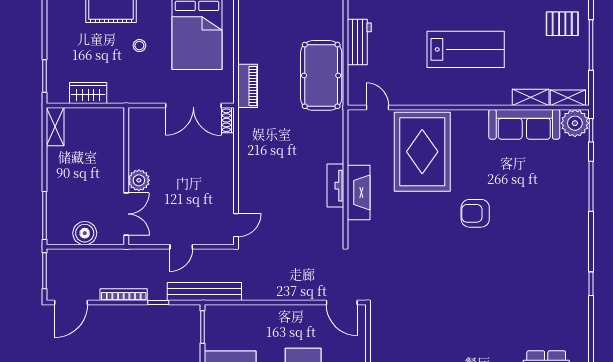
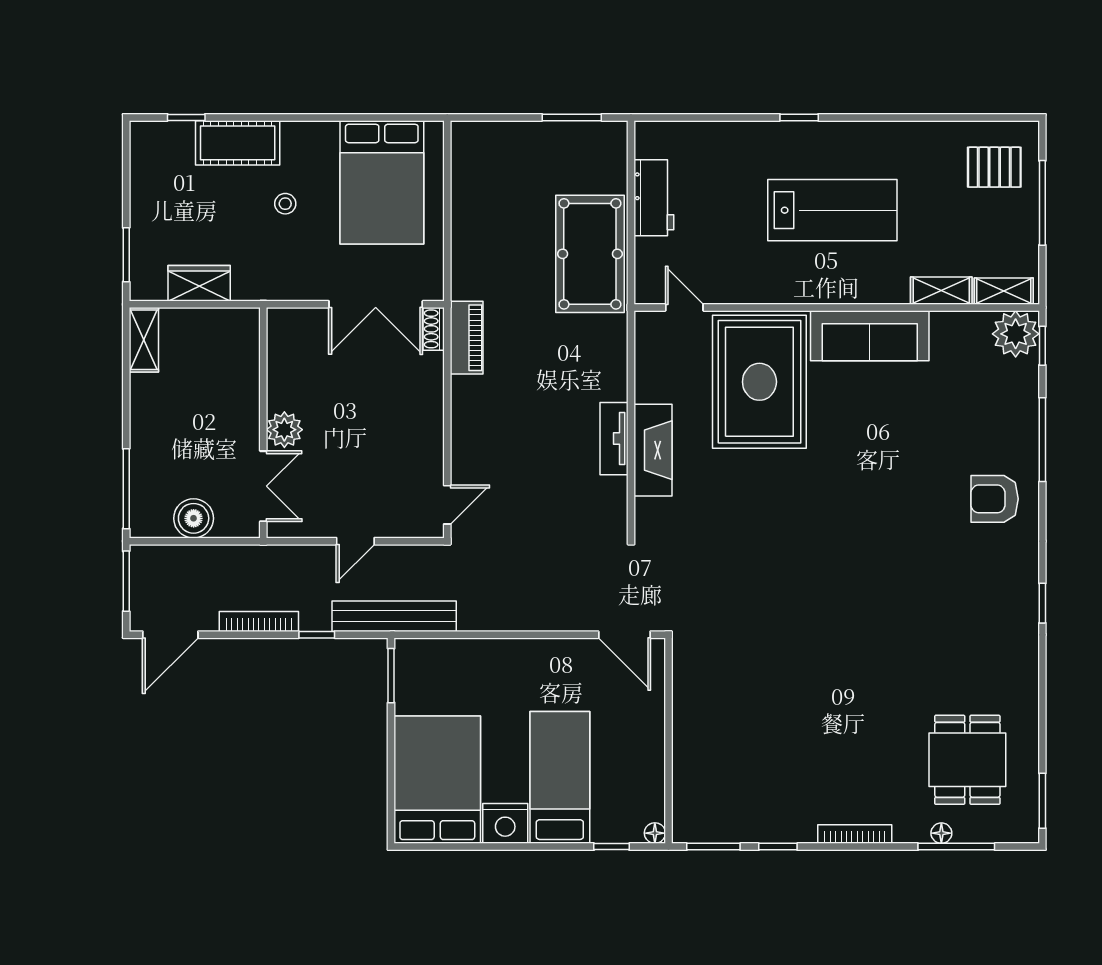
piano: (248, 86) -> (467, 338), moved
sofa: (524, 124) -> (870, 336), moved
armchair: (475, 213) -> (995, 499), moved

